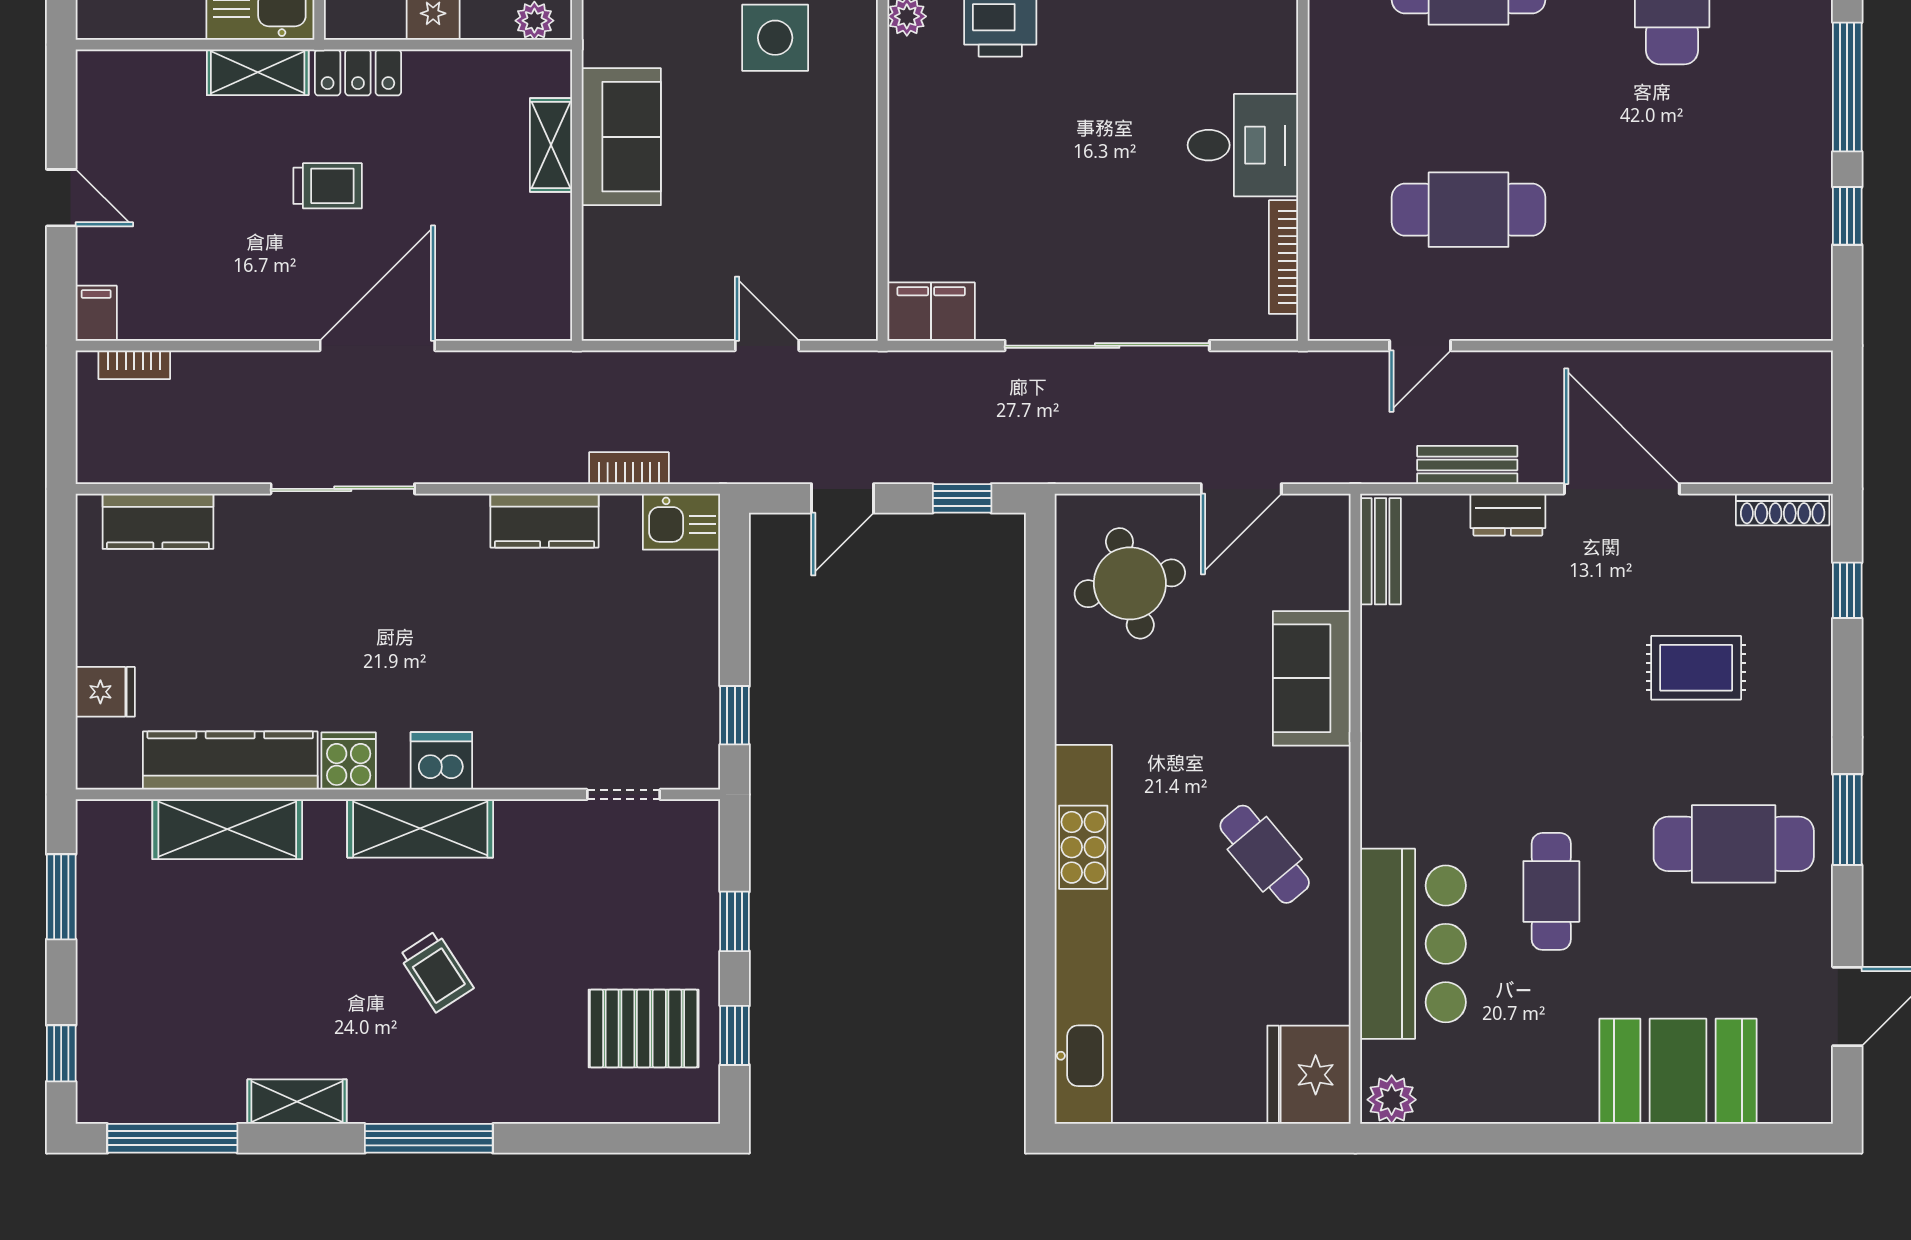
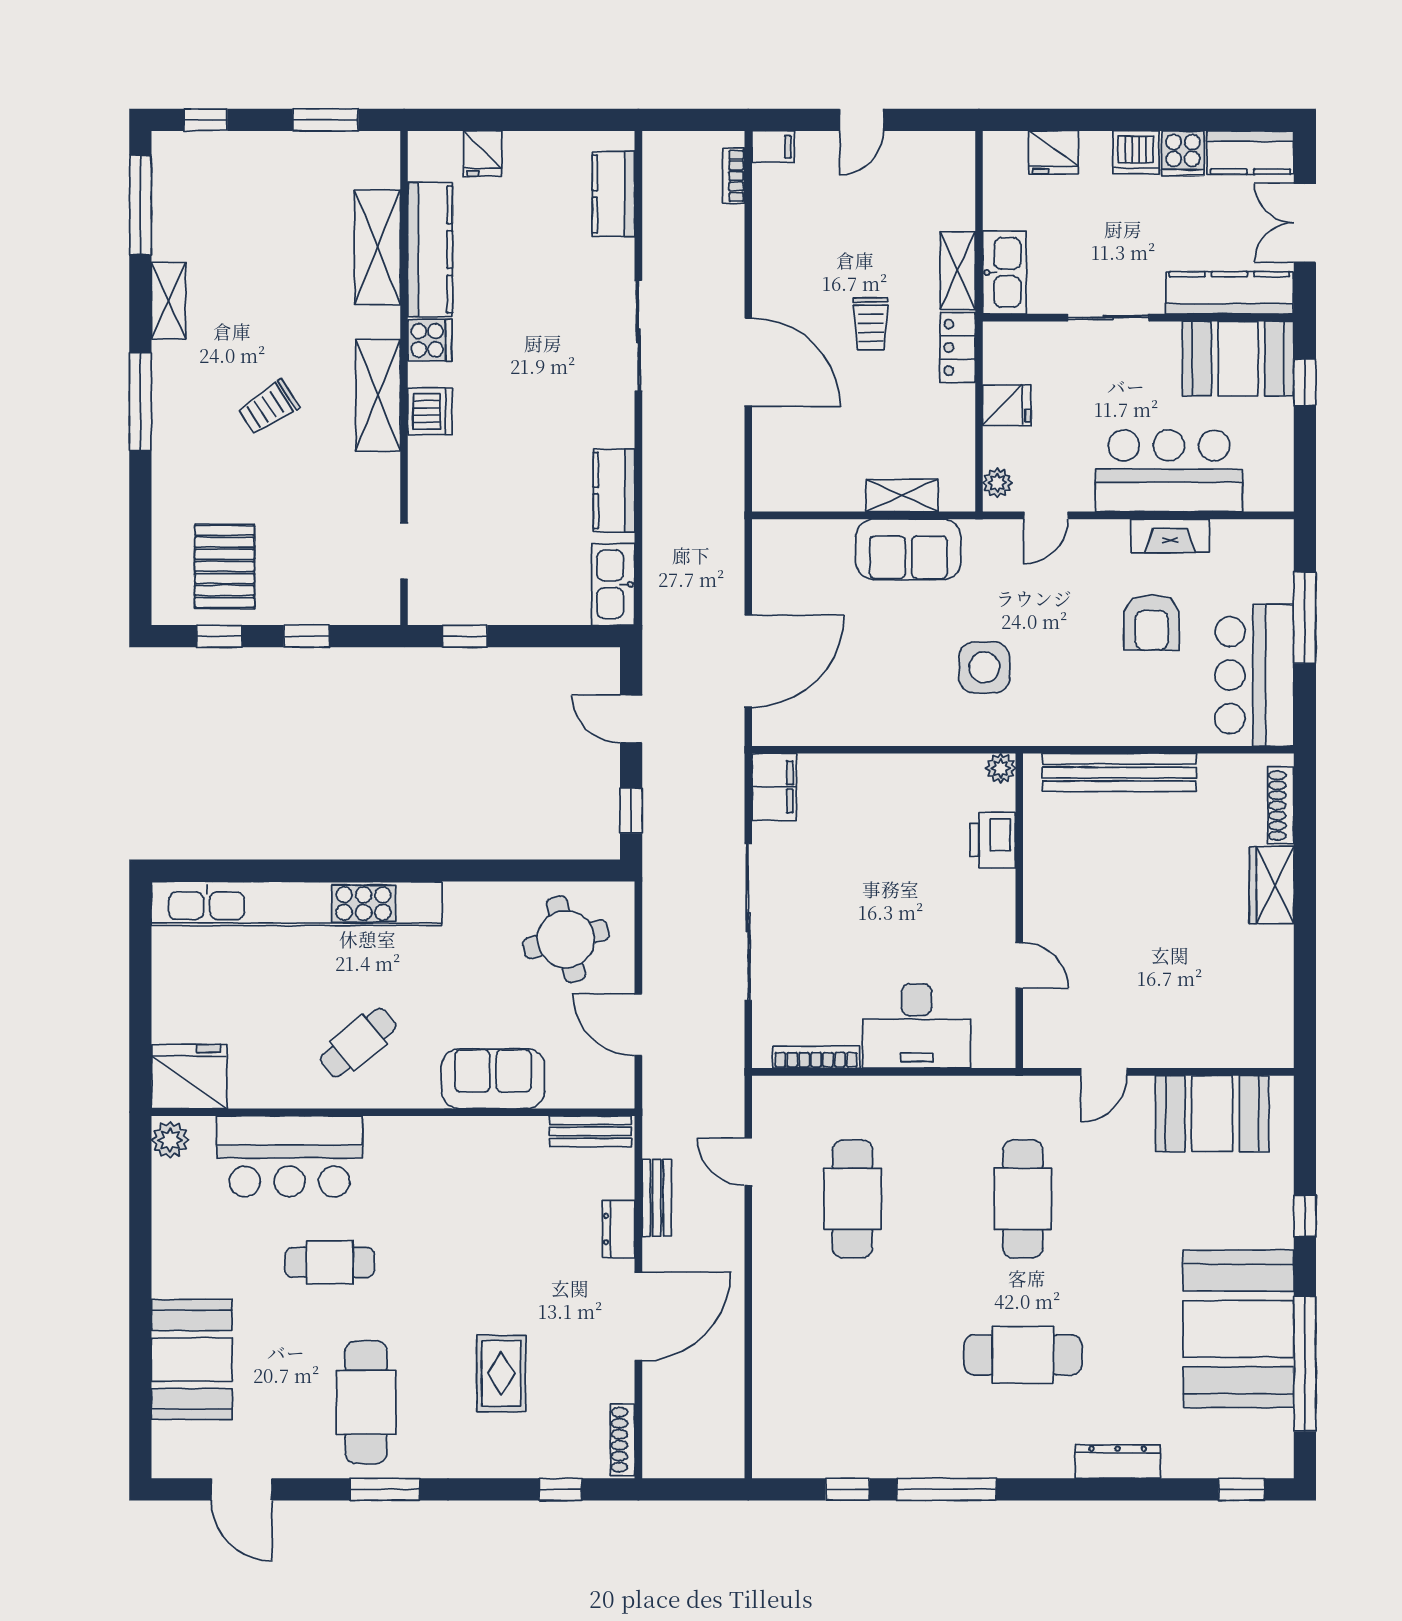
desk: (1243, 145) -> (917, 1026), width x1.37
door: (767, 346) -> (748, 661), width x1.88
bookcase: (629, 468) -> (654, 555), removed
kitchen sink: (682, 522) -> (613, 584), width x1.38

